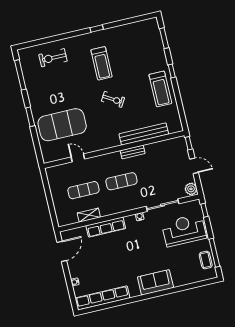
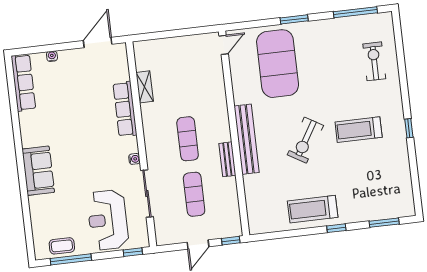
exercise bike: (113, 99) -> (305, 140), width x1.38, depth x1.39
bench: (144, 134) -> (247, 139), moved
door: (78, 158) -> (224, 45), moved
plant: (191, 189) -> (165, 236), removed
exercise mat: (83, 190) -> (194, 194), moved
reception desk: (184, 230) -> (108, 220), turned 180
door: (62, 251) -> (98, 42), swing flipped
row of seats: (102, 298) -> (23, 83), width x0.73

